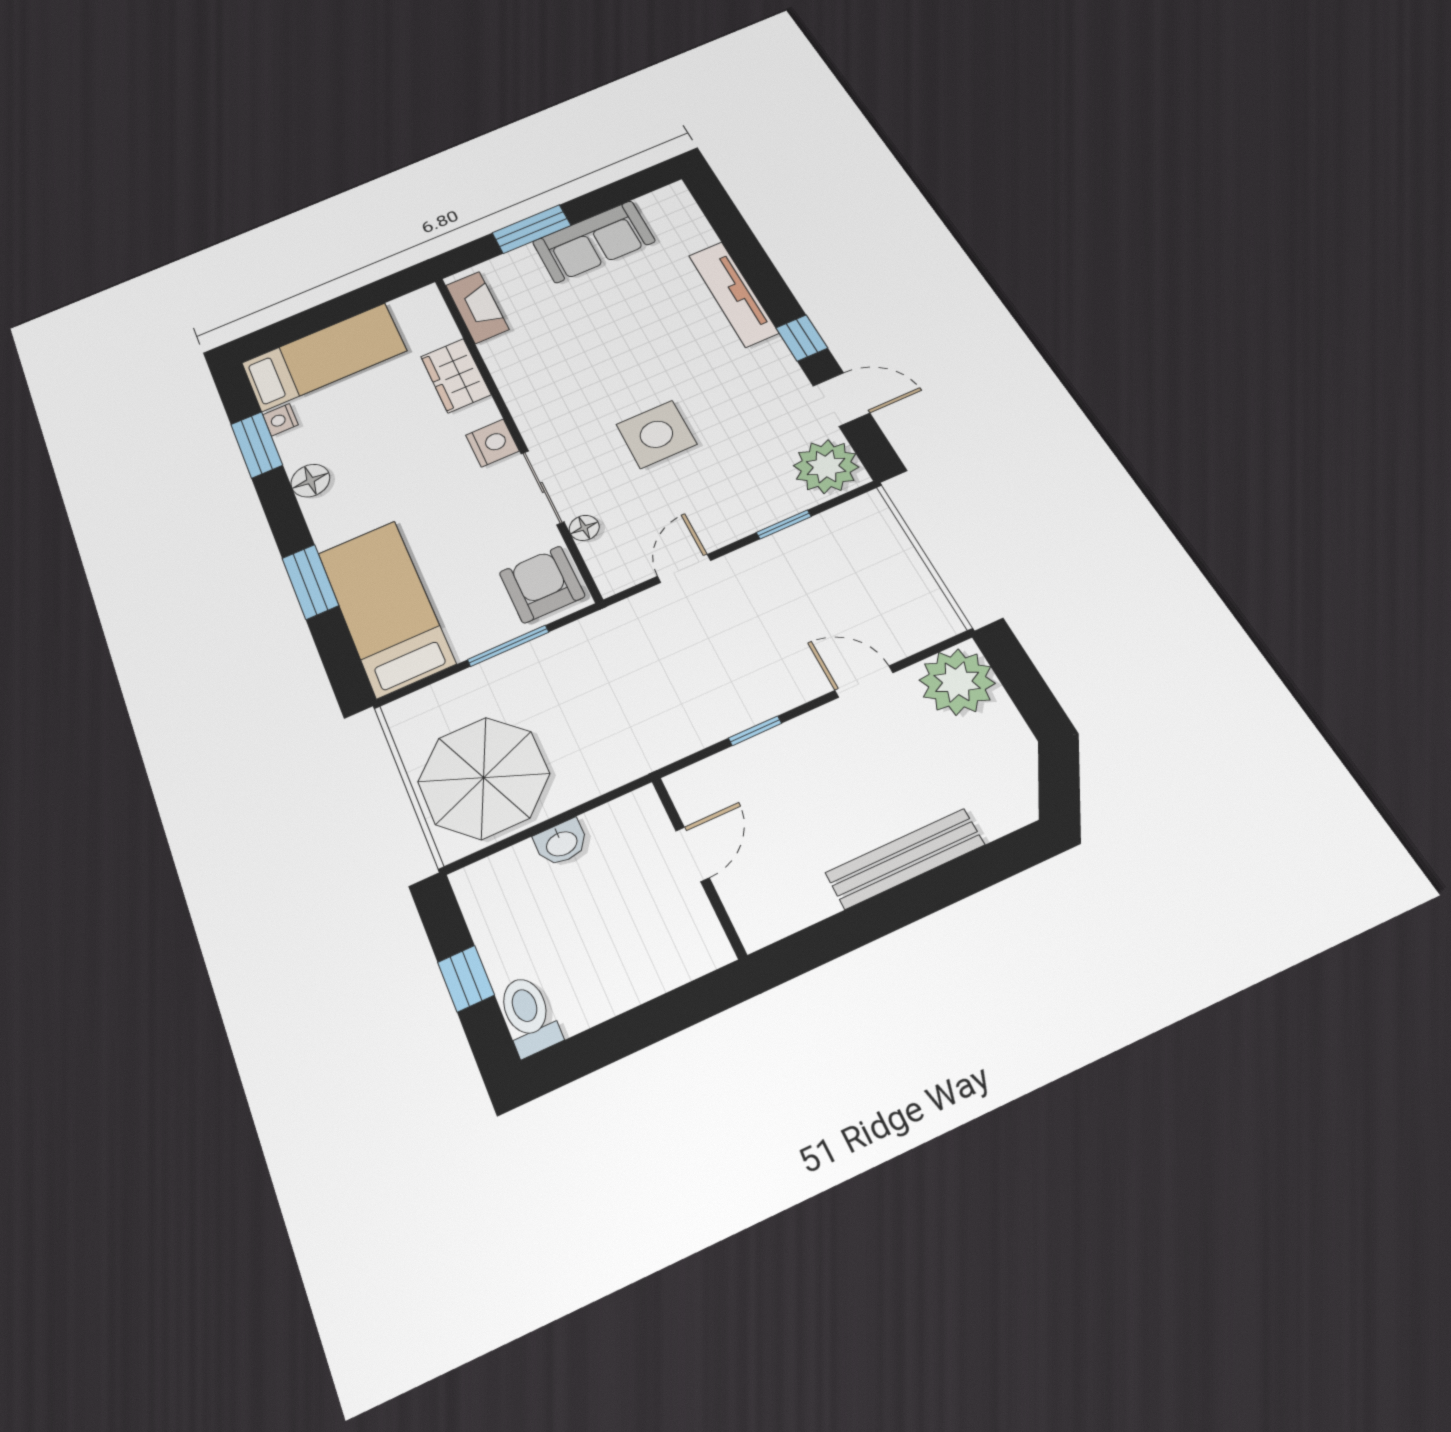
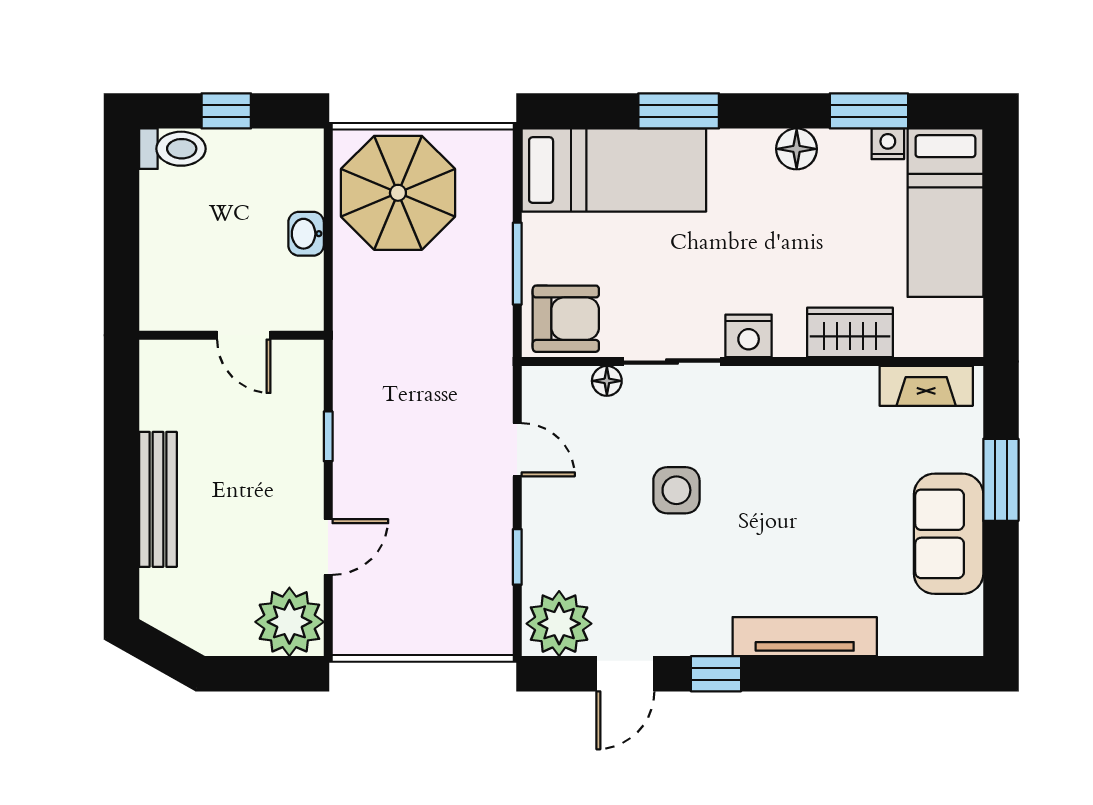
side table: (656, 434) -> (676, 490), width x0.73, depth x0.73

